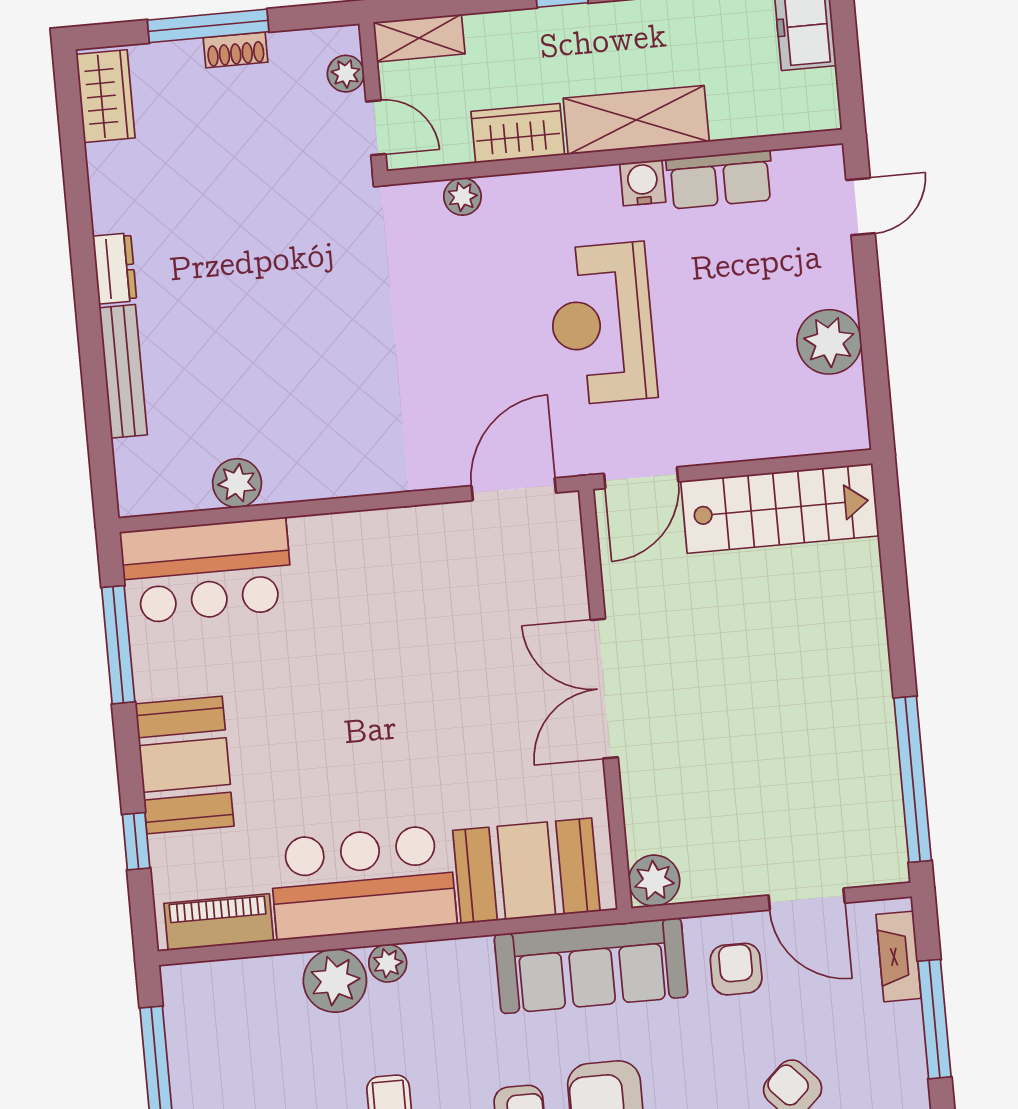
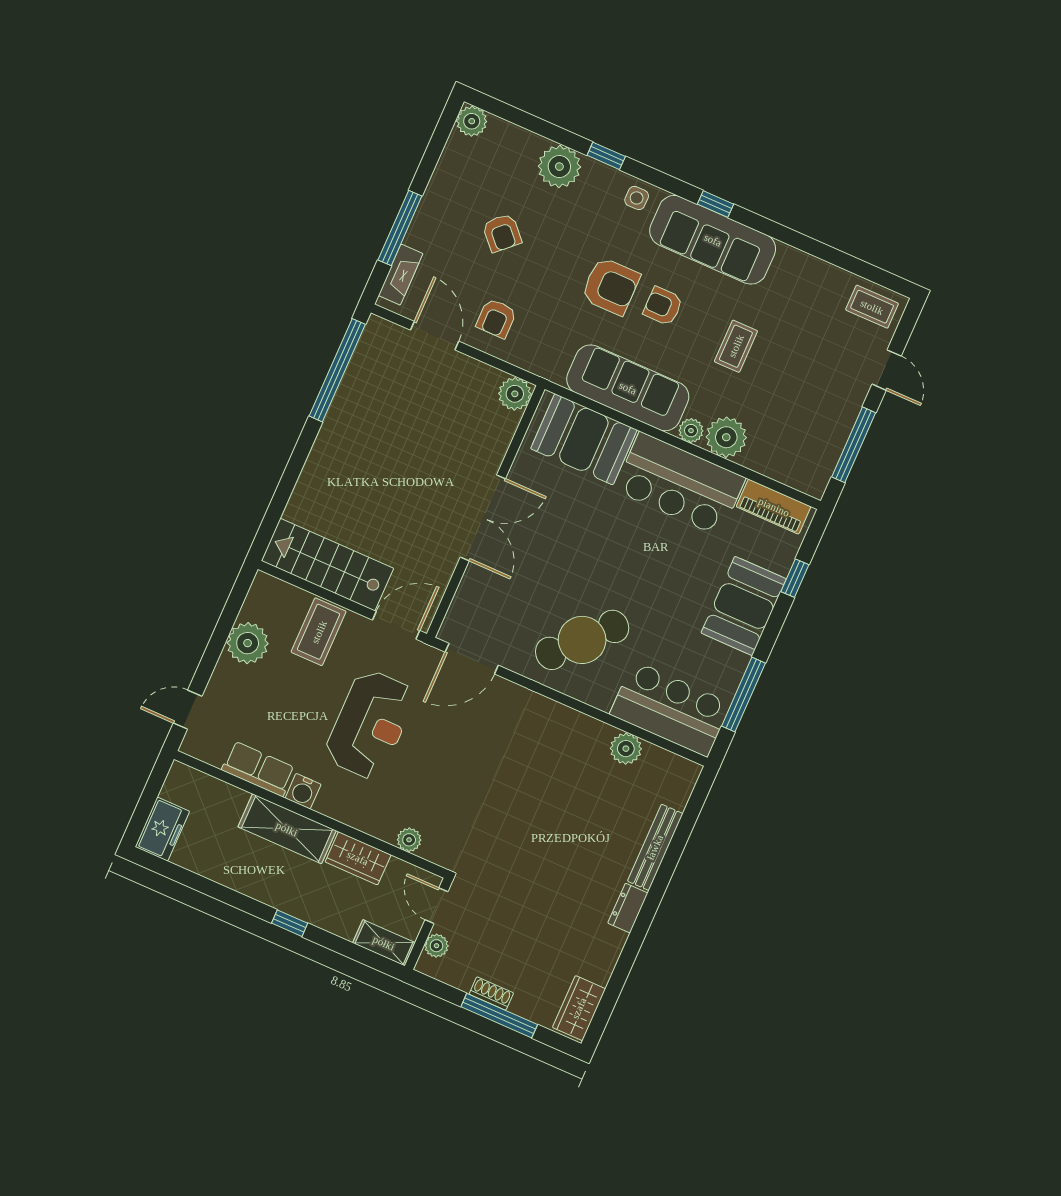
coffee table: (741, 411) -> (319, 632), added
cafe table: (378, 598) -> (582, 640), added
sofa: (591, 966) -> (628, 388), moved

